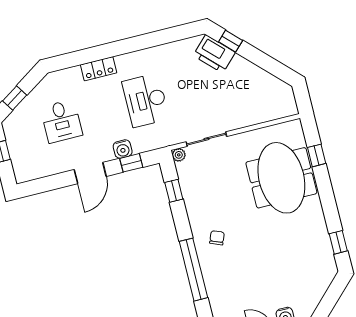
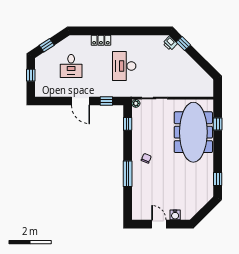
printer: (214, 54) -> (170, 43), width x0.53, depth x0.68
water cooler: (123, 149) -> (103, 92), removed
door: (90, 173) -> (81, 101), hinge flipped
meeting table: (281, 178) -> (193, 132), width x1.36
window: (193, 270) -> (128, 174), width x0.68

